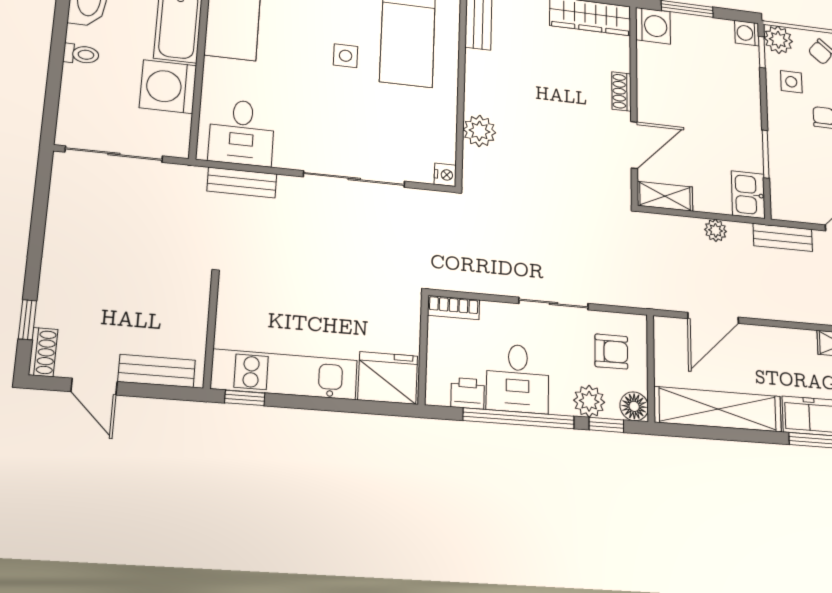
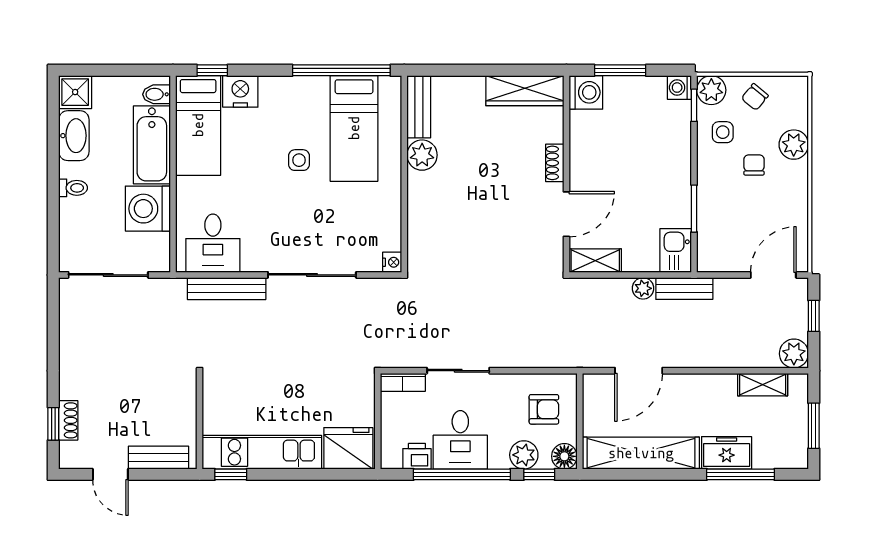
plant: (479, 131) -> (422, 155), moved
bench: (242, 182) -> (227, 289), width x1.36
bench: (783, 237) -> (684, 289), moved
sliding door: (554, 303) -> (458, 371), moved
shoe rack: (43, 352) -> (68, 420), moved

